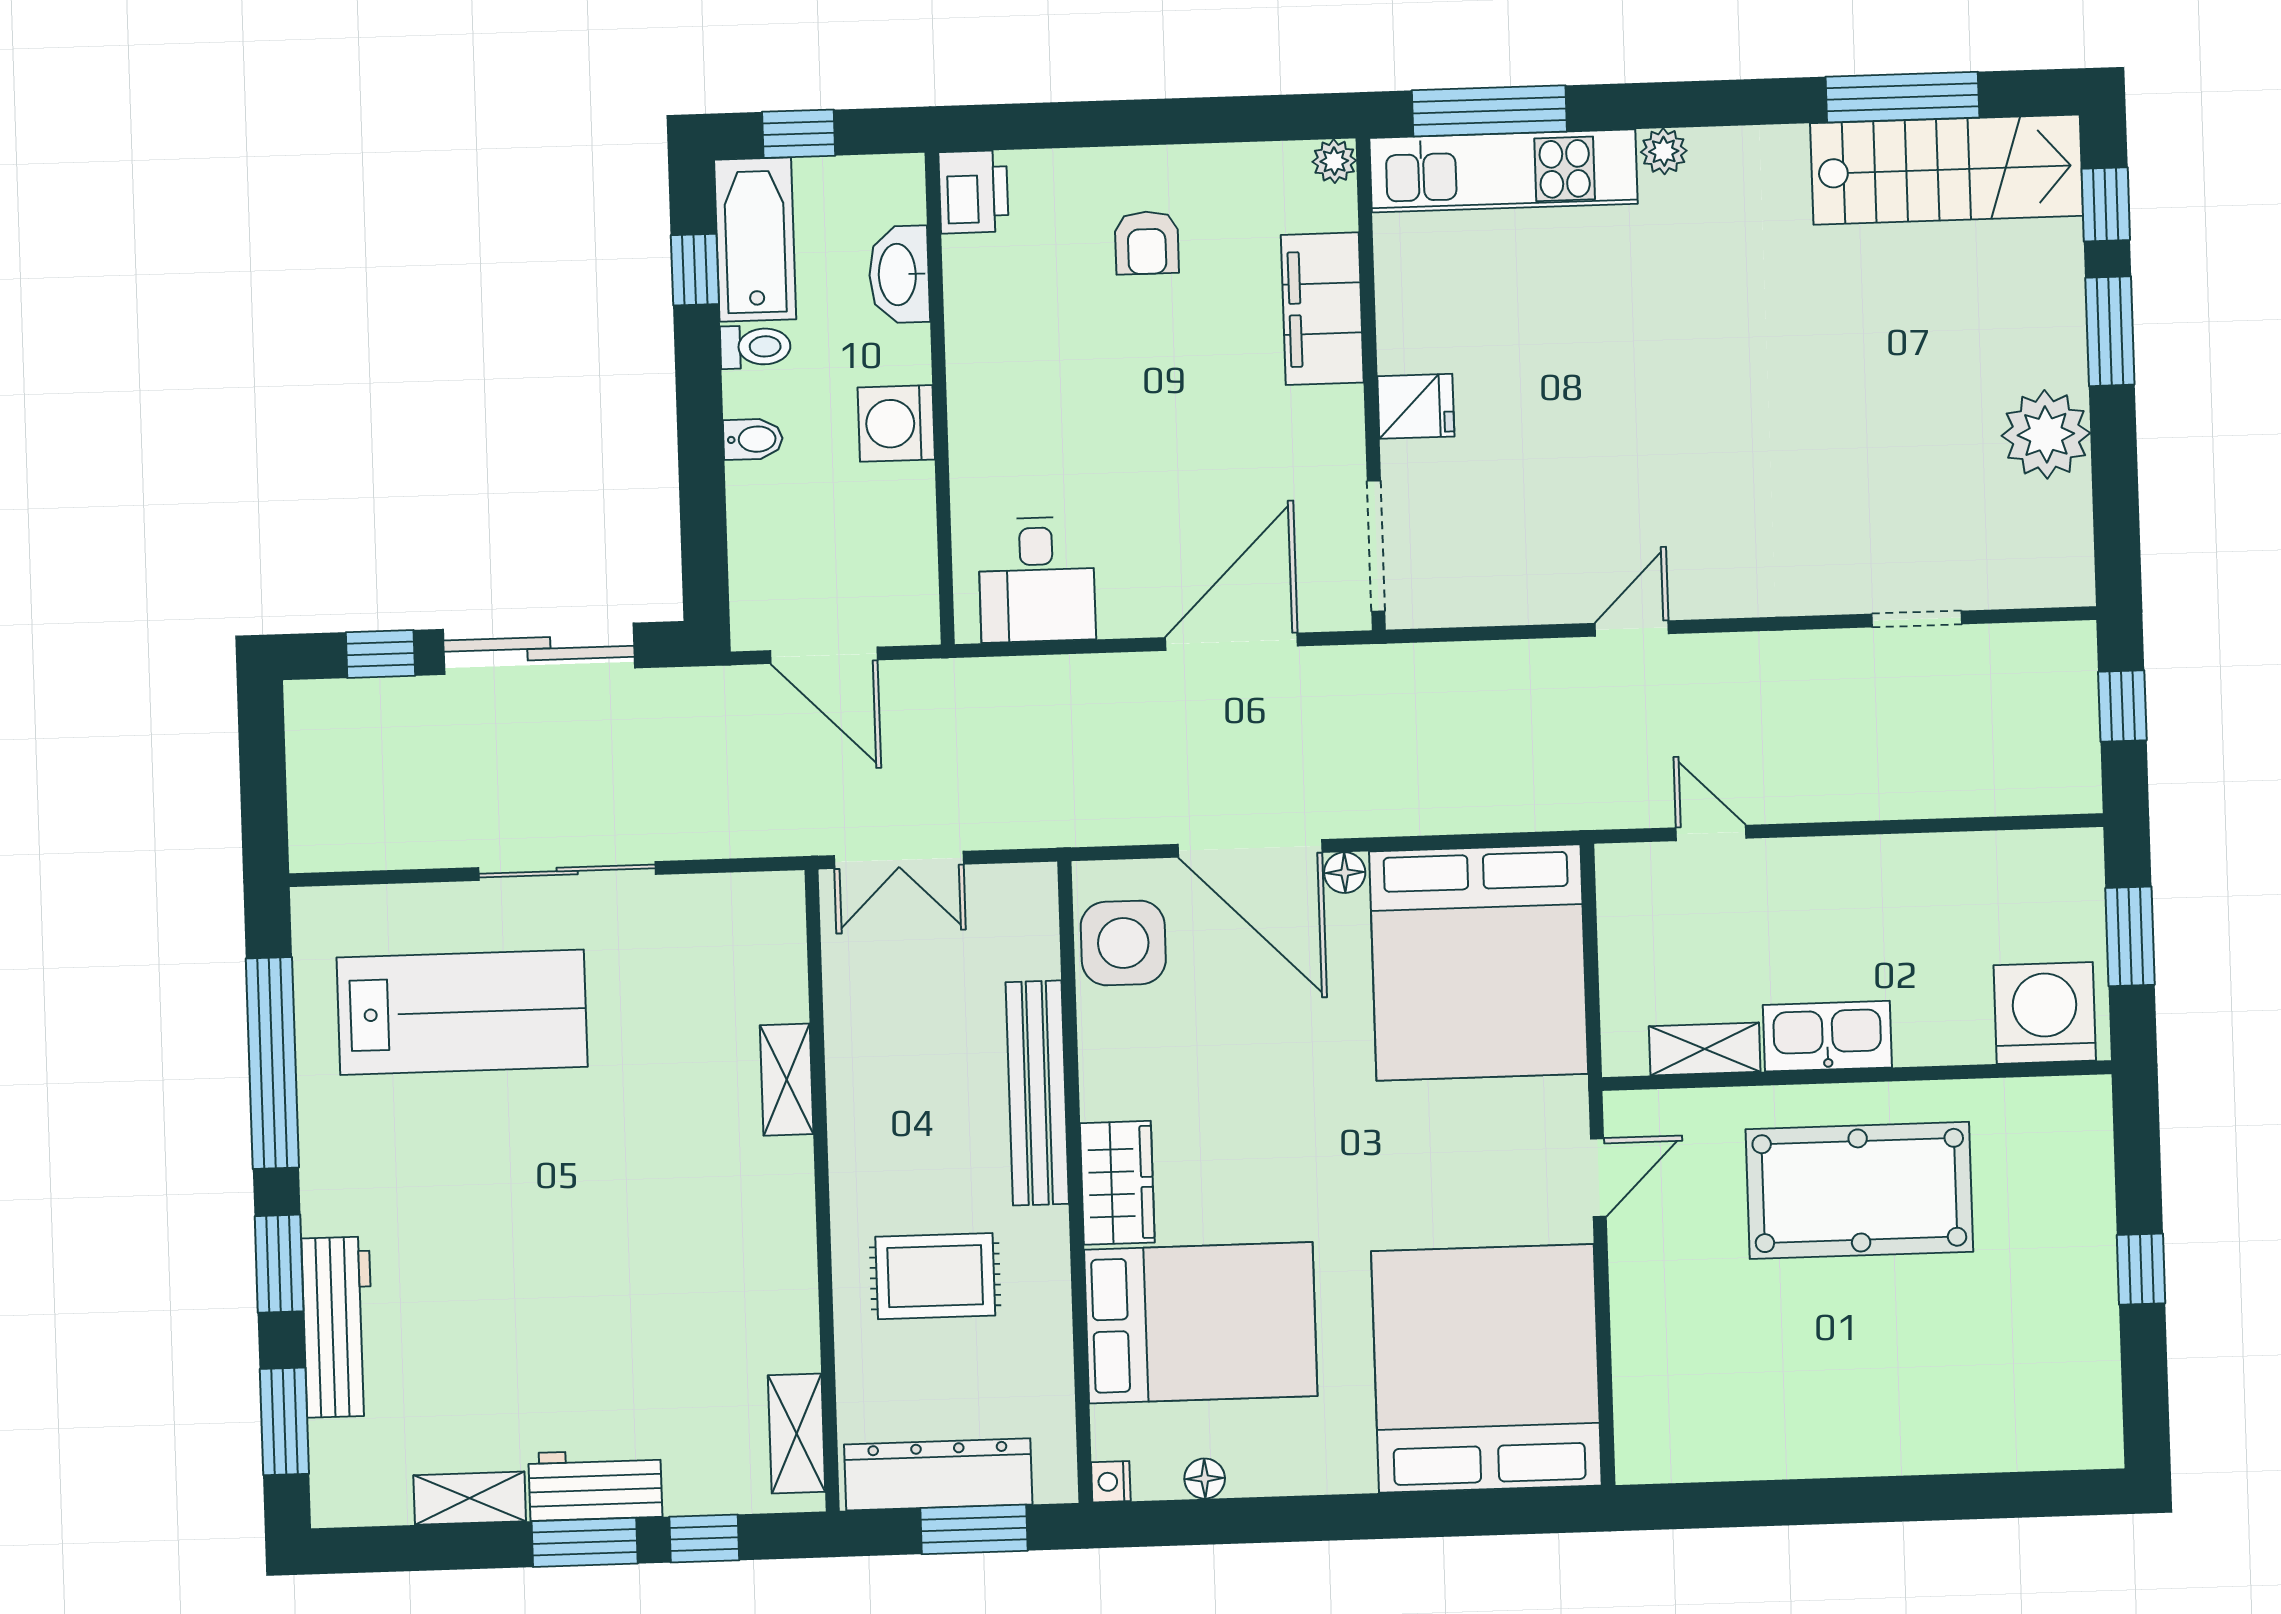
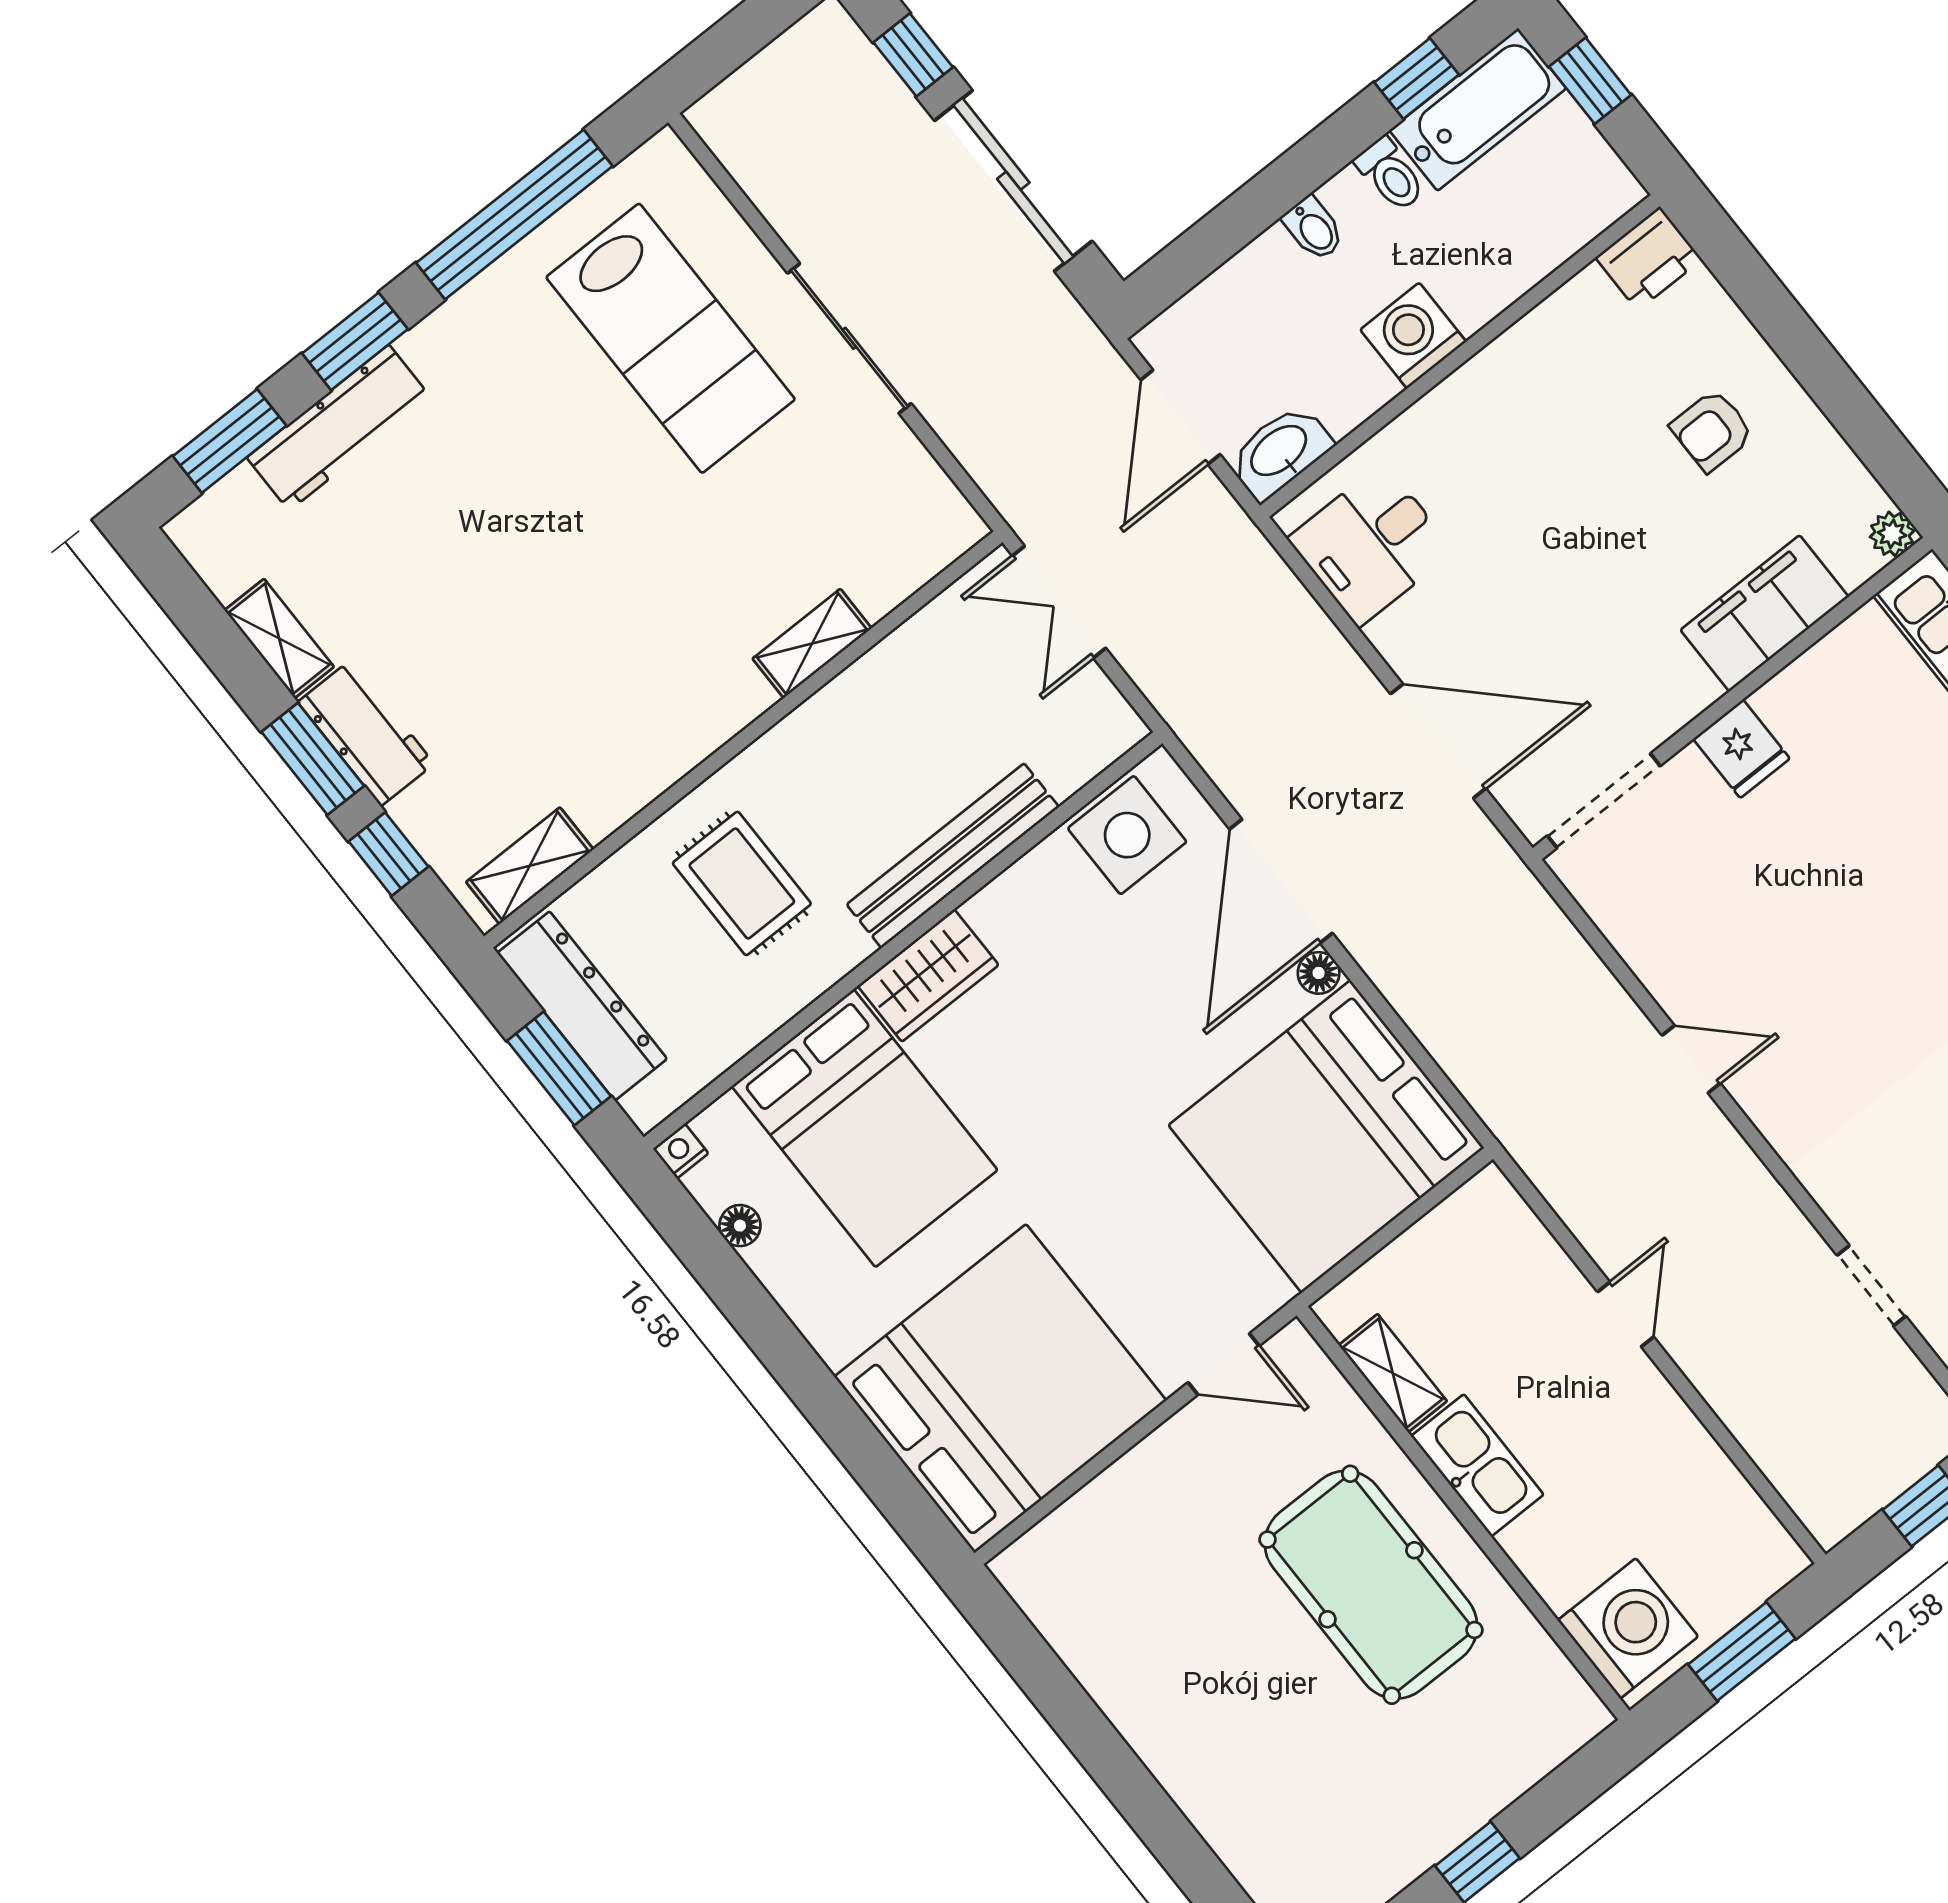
washbasin: (899, 274) -> (1280, 452), moved
door: (1711, 833) -> (1626, 1314), moved

